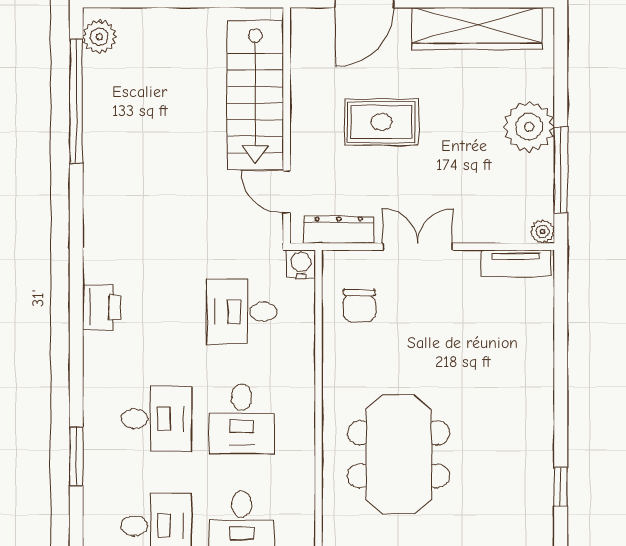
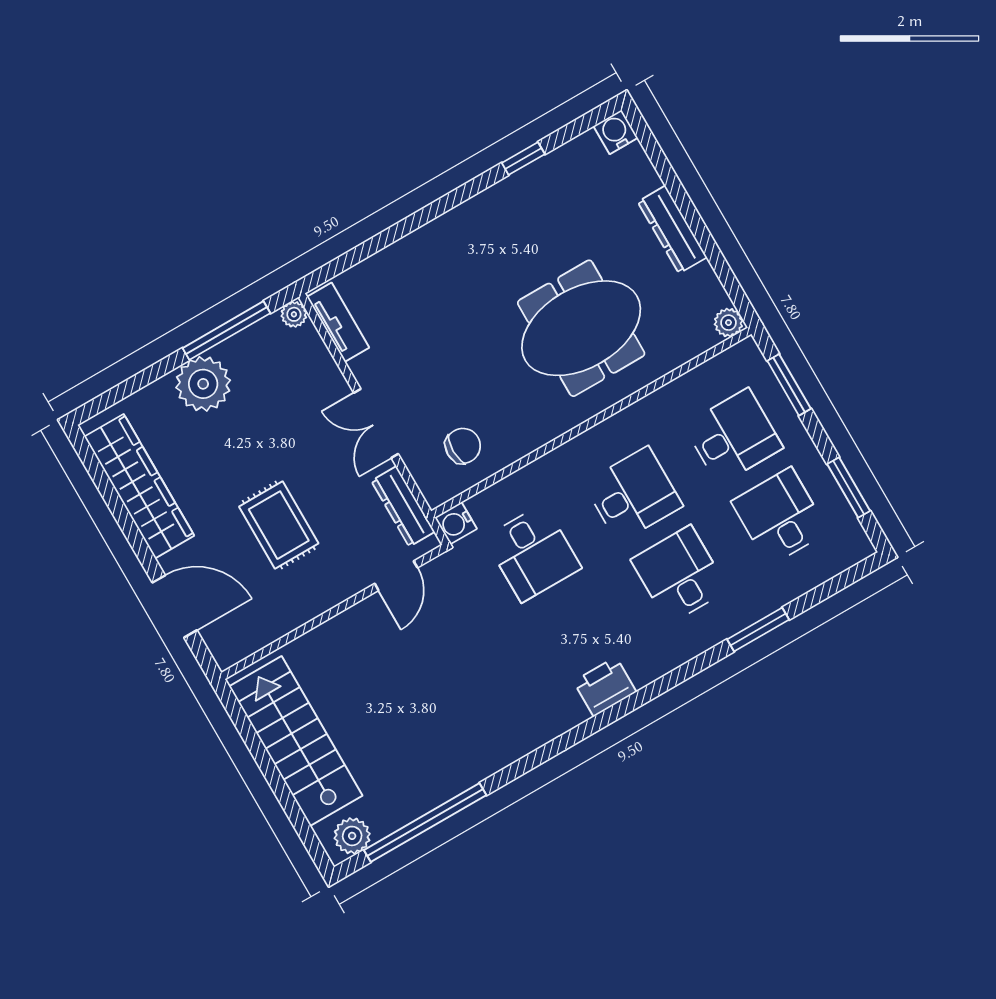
stairs: (255, 95) -> (296, 741), moved, turned -90

